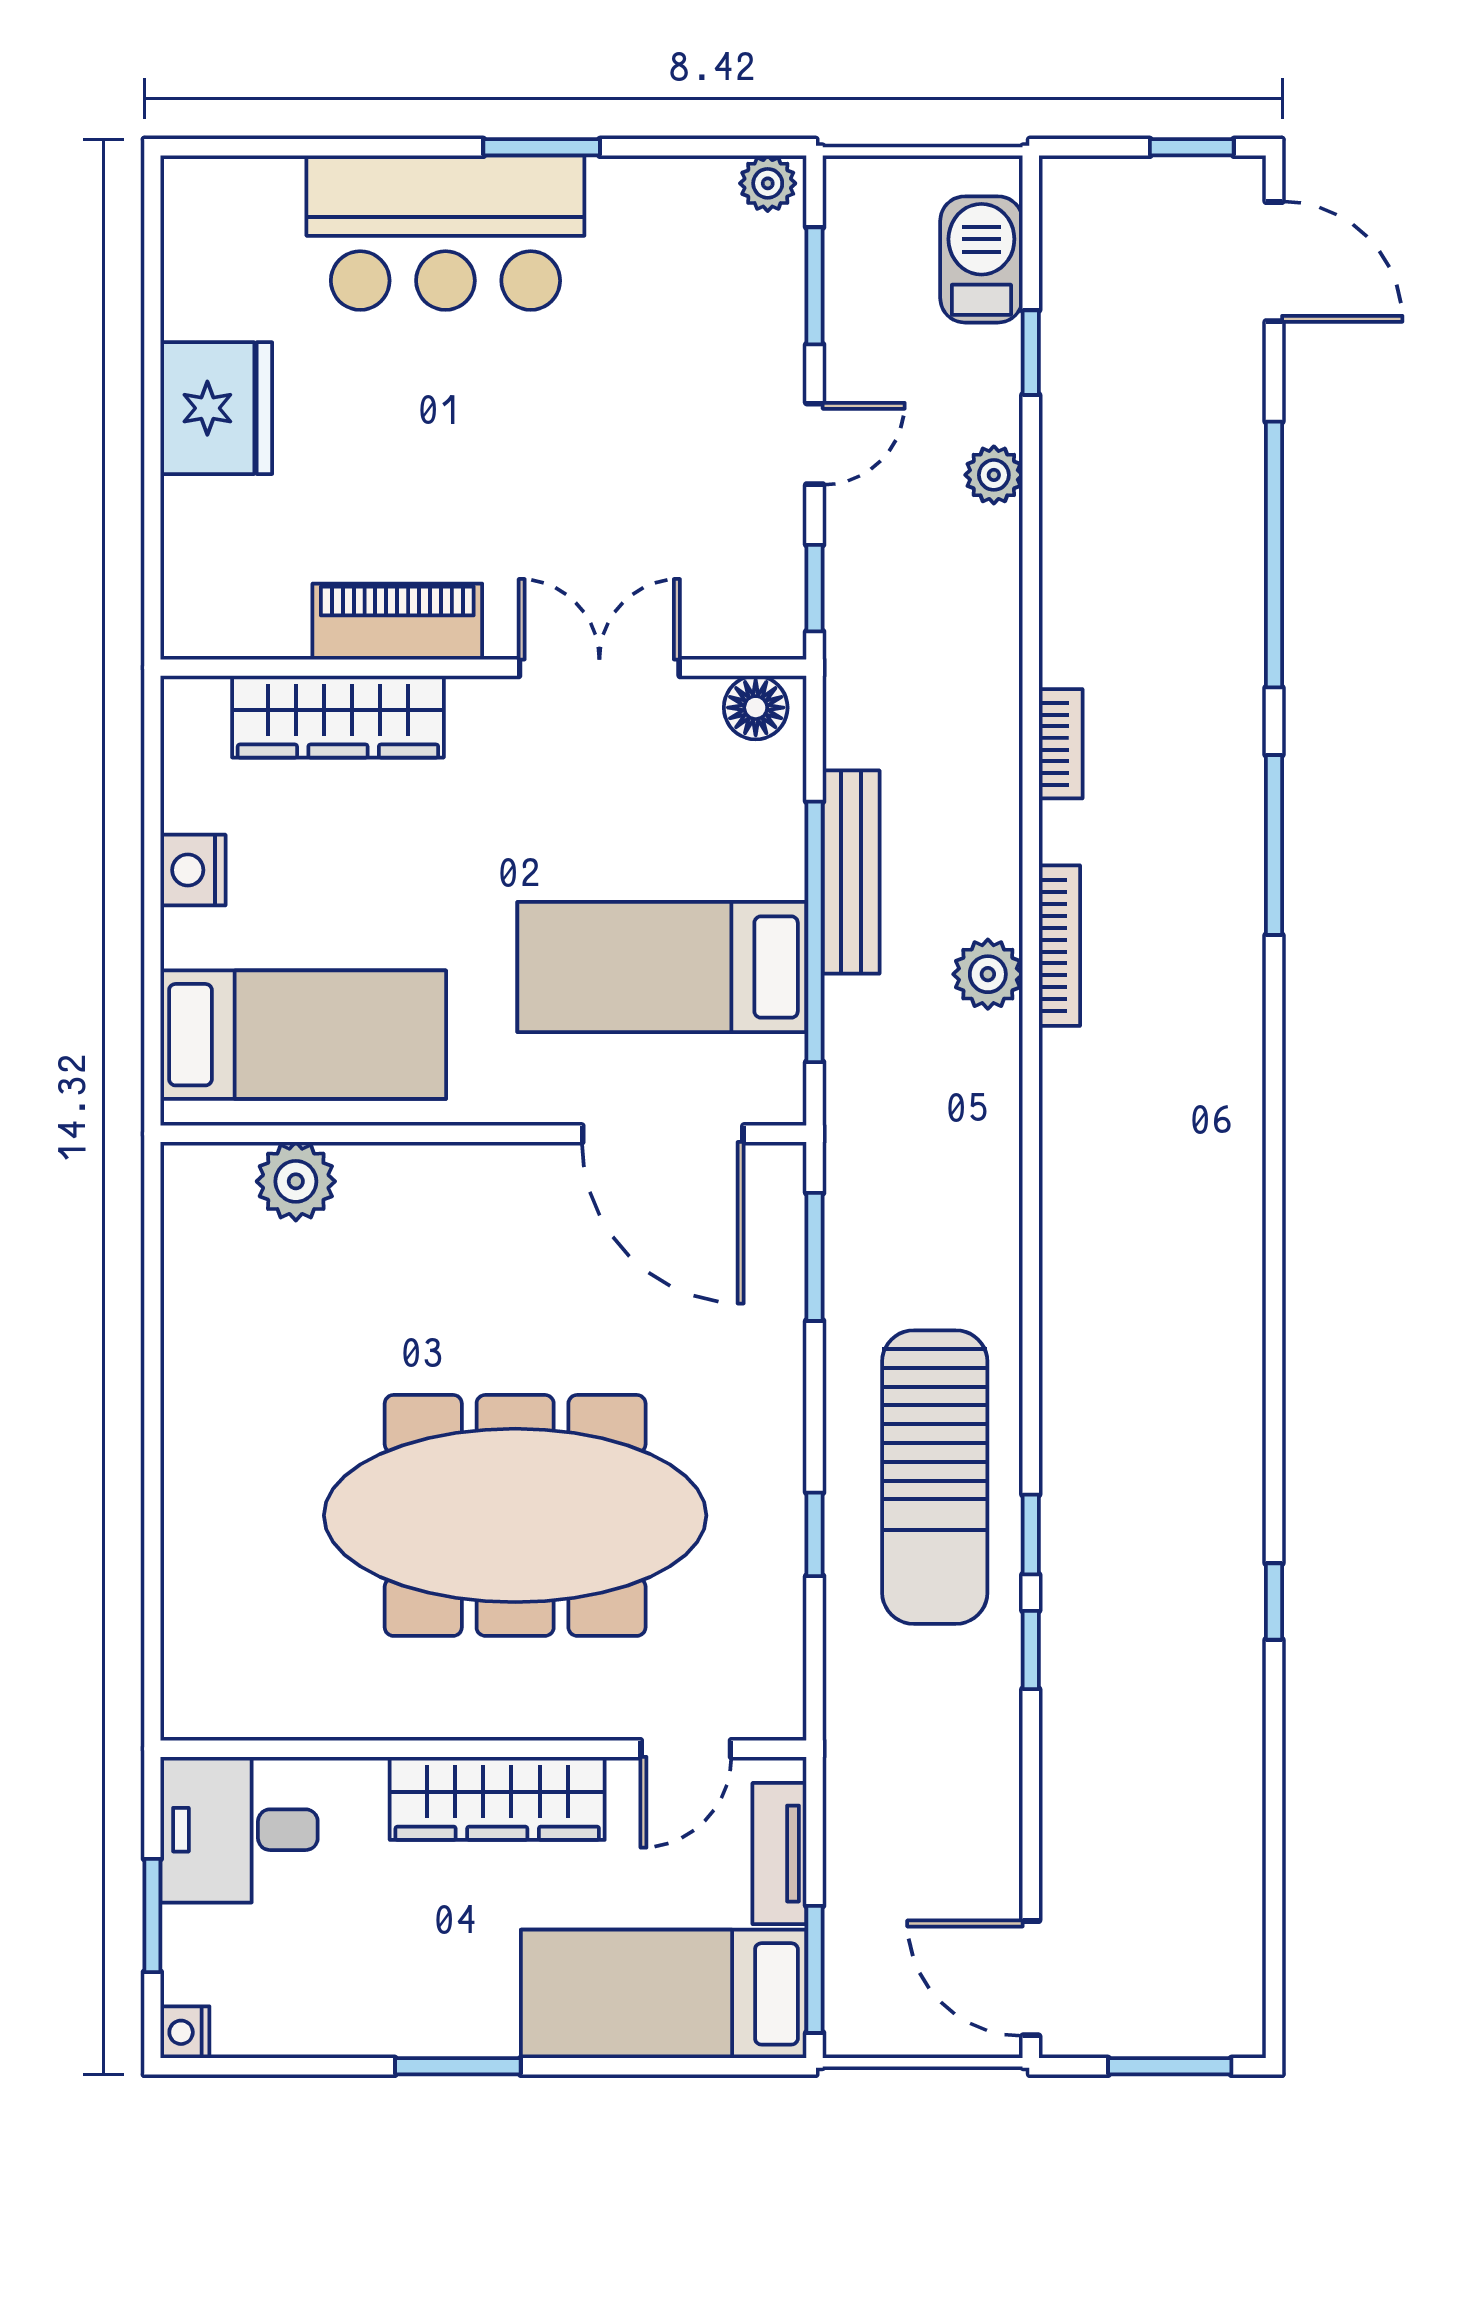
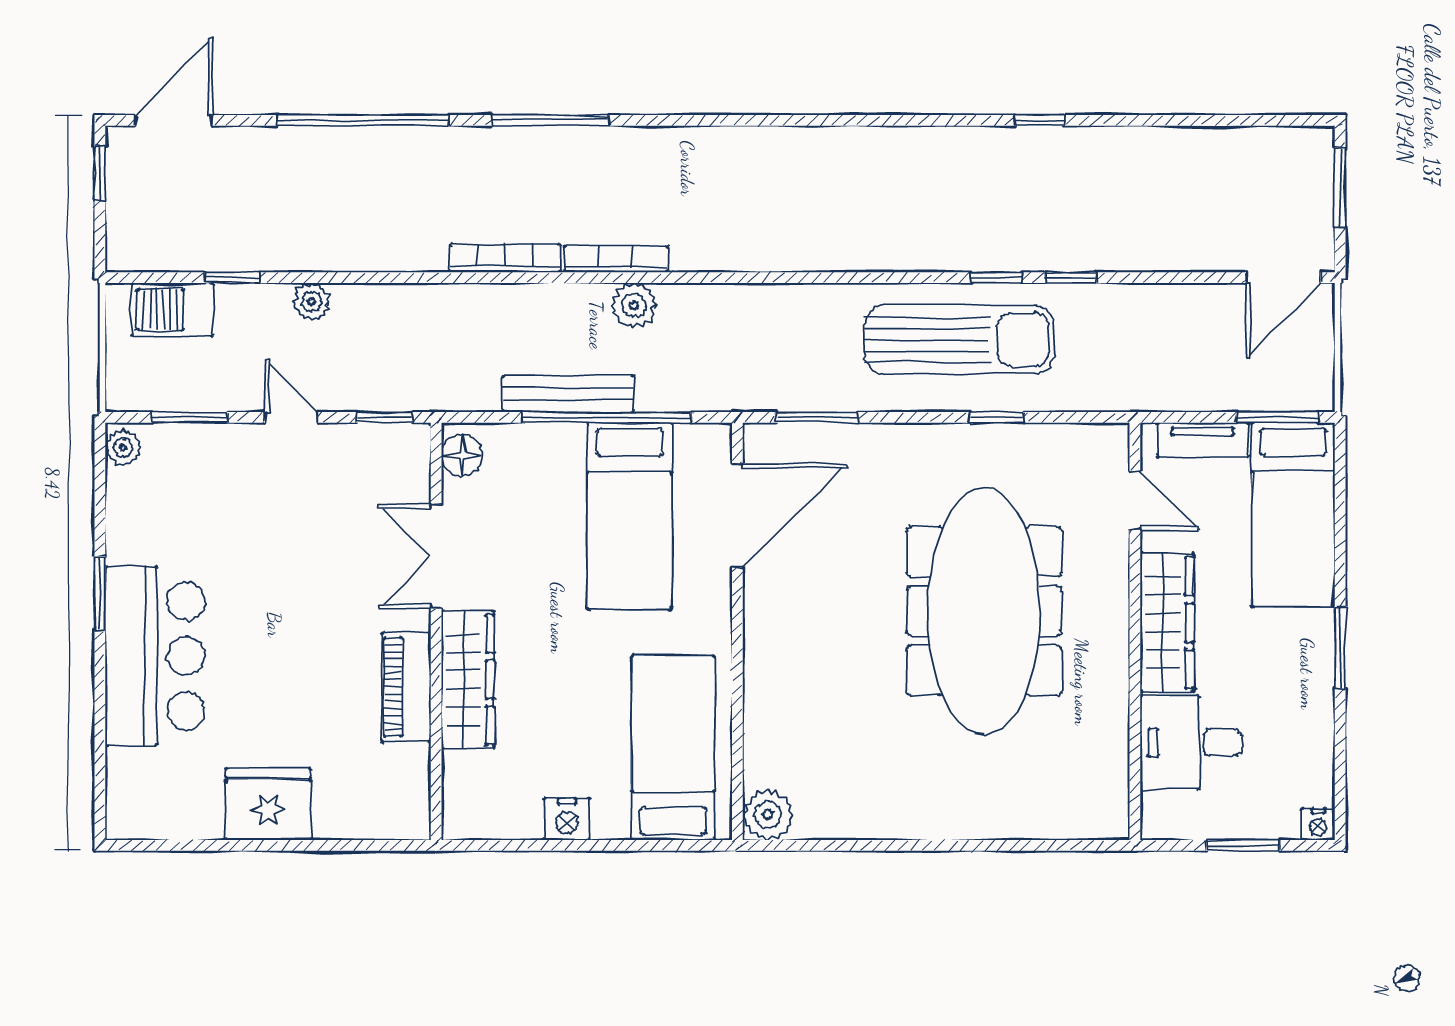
wardrobe: (338, 717) -> (468, 680), moved
bookcase: (1061, 744) -> (505, 258), width x1.56
plant: (296, 1181) -> (768, 815), moved
desk: (239, 1830) -> (1191, 743), moved, turned 90

